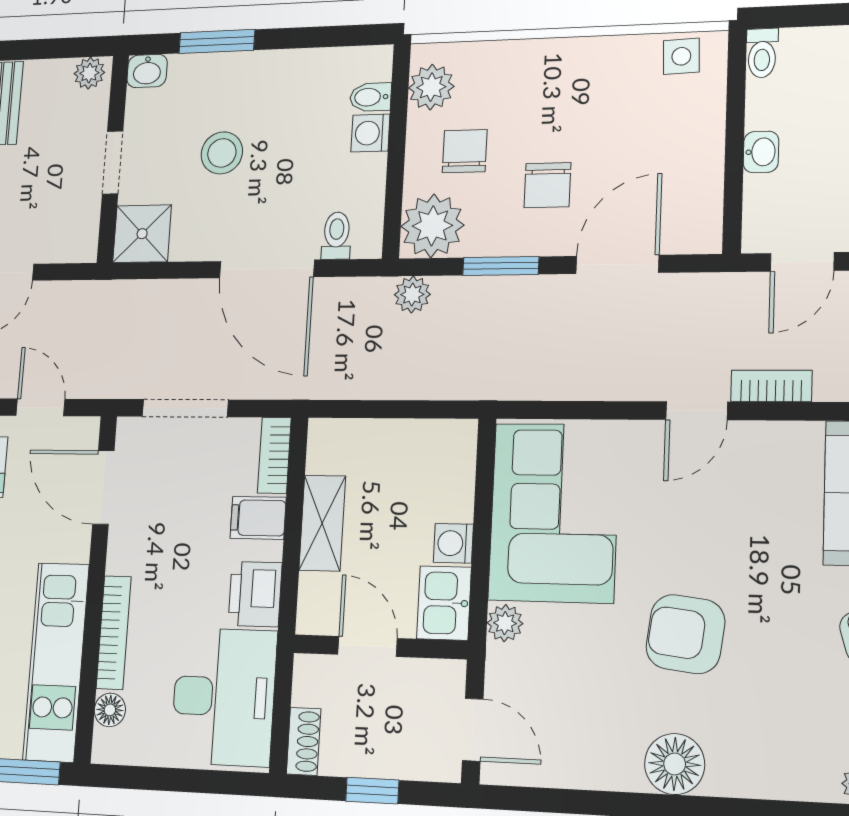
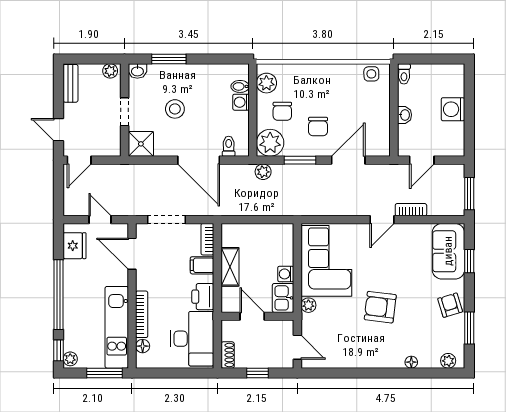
chair: (465, 151) -> (282, 111), turned 180
floor lamp: (675, 764) -> (411, 362), moved, width x0.53, depth x0.53

